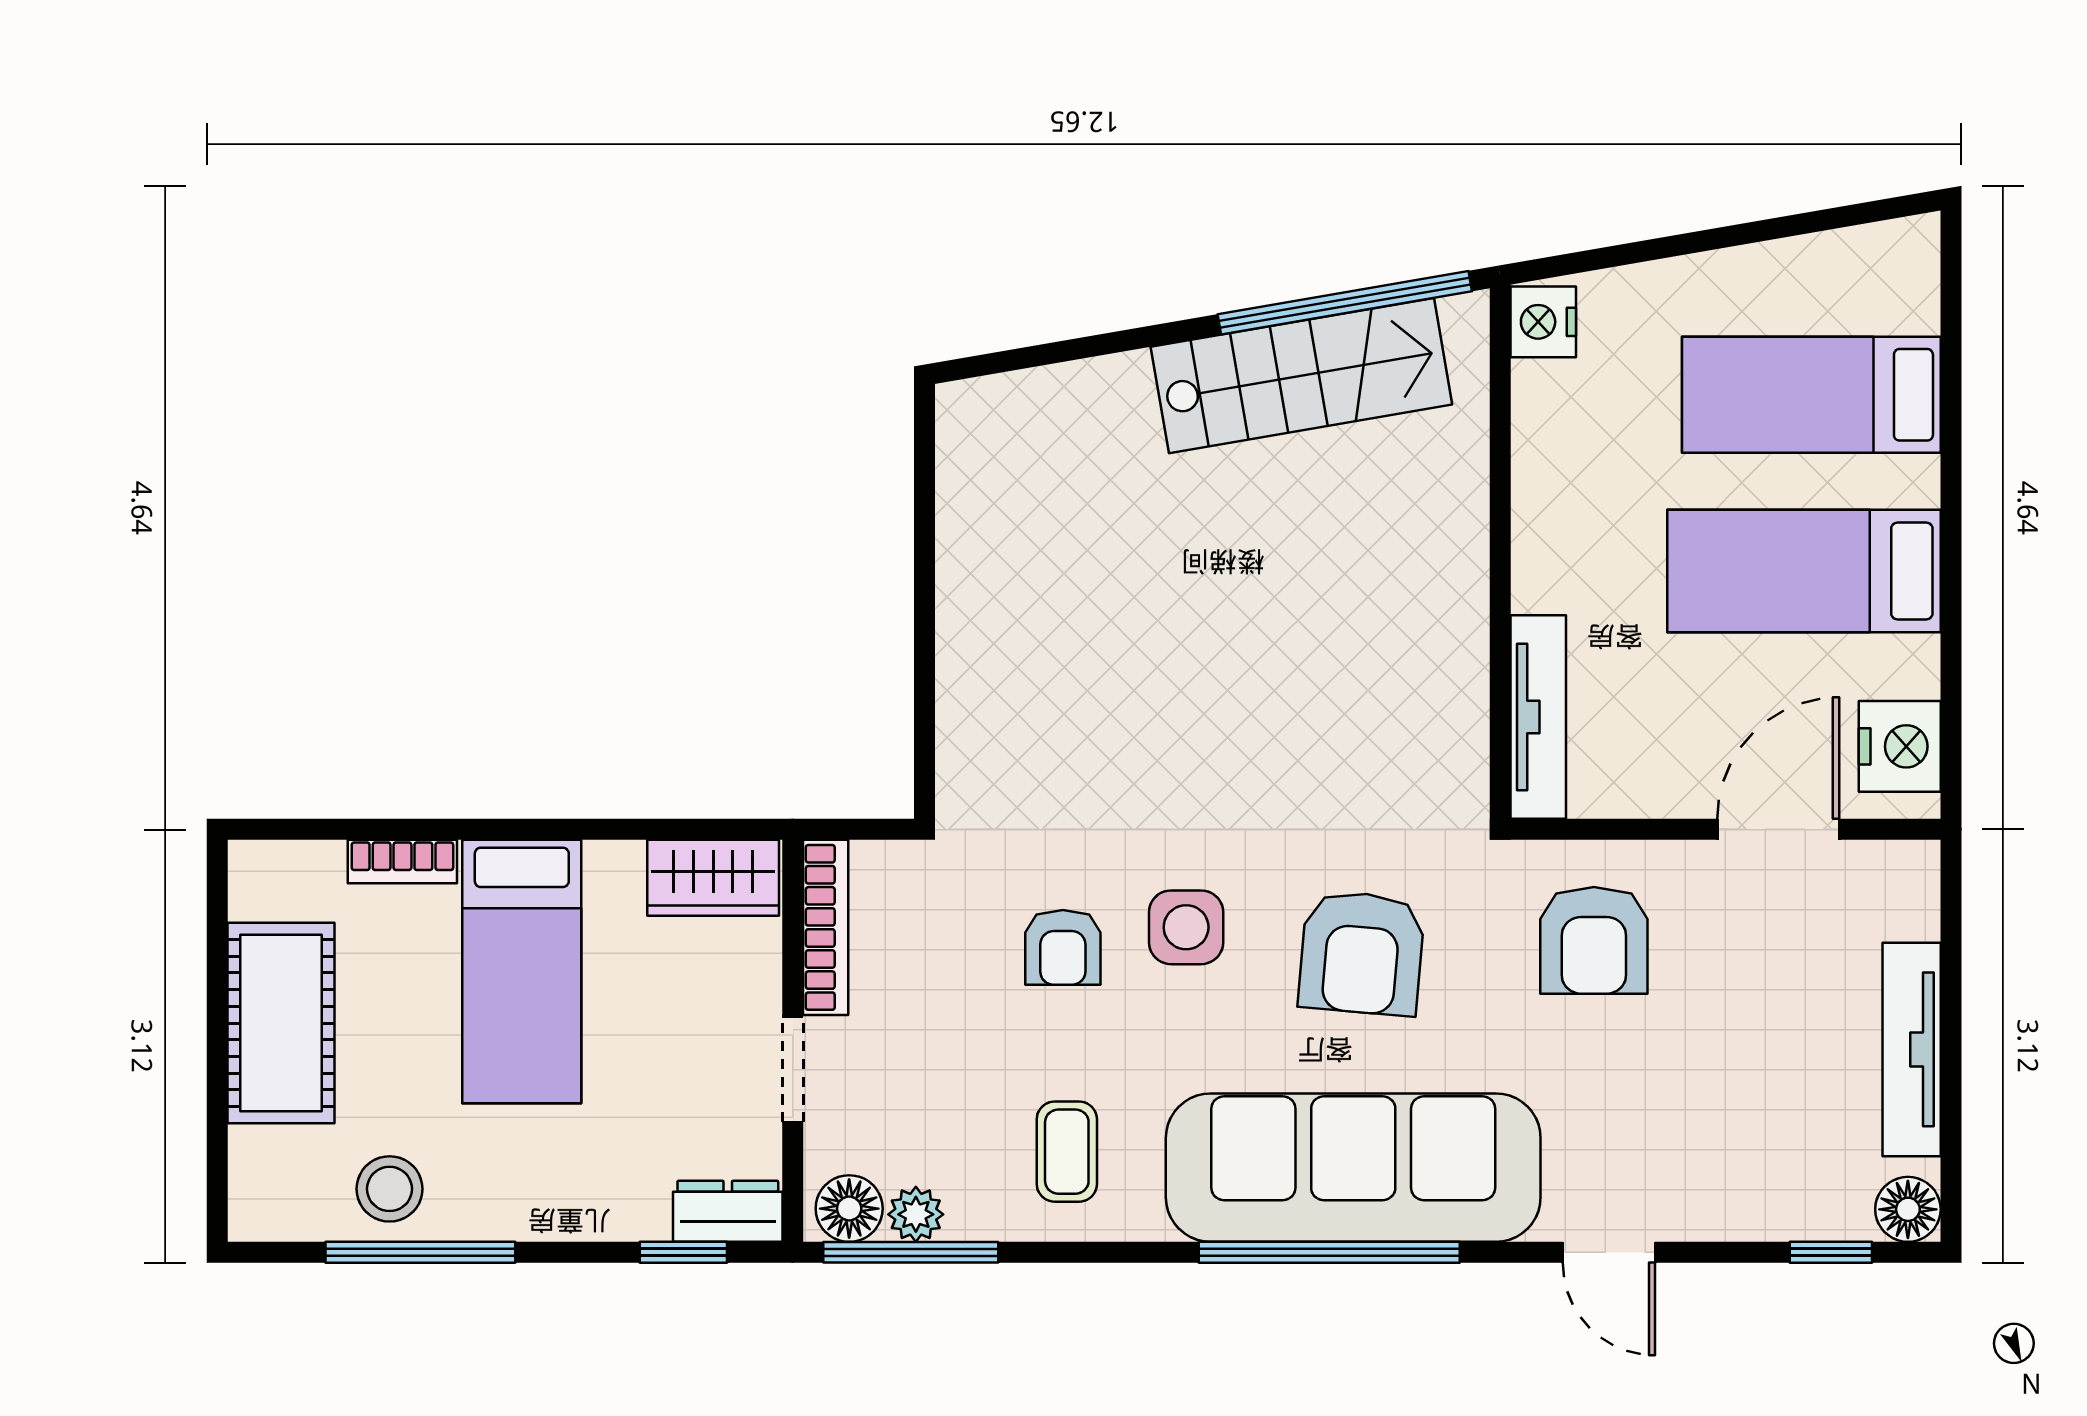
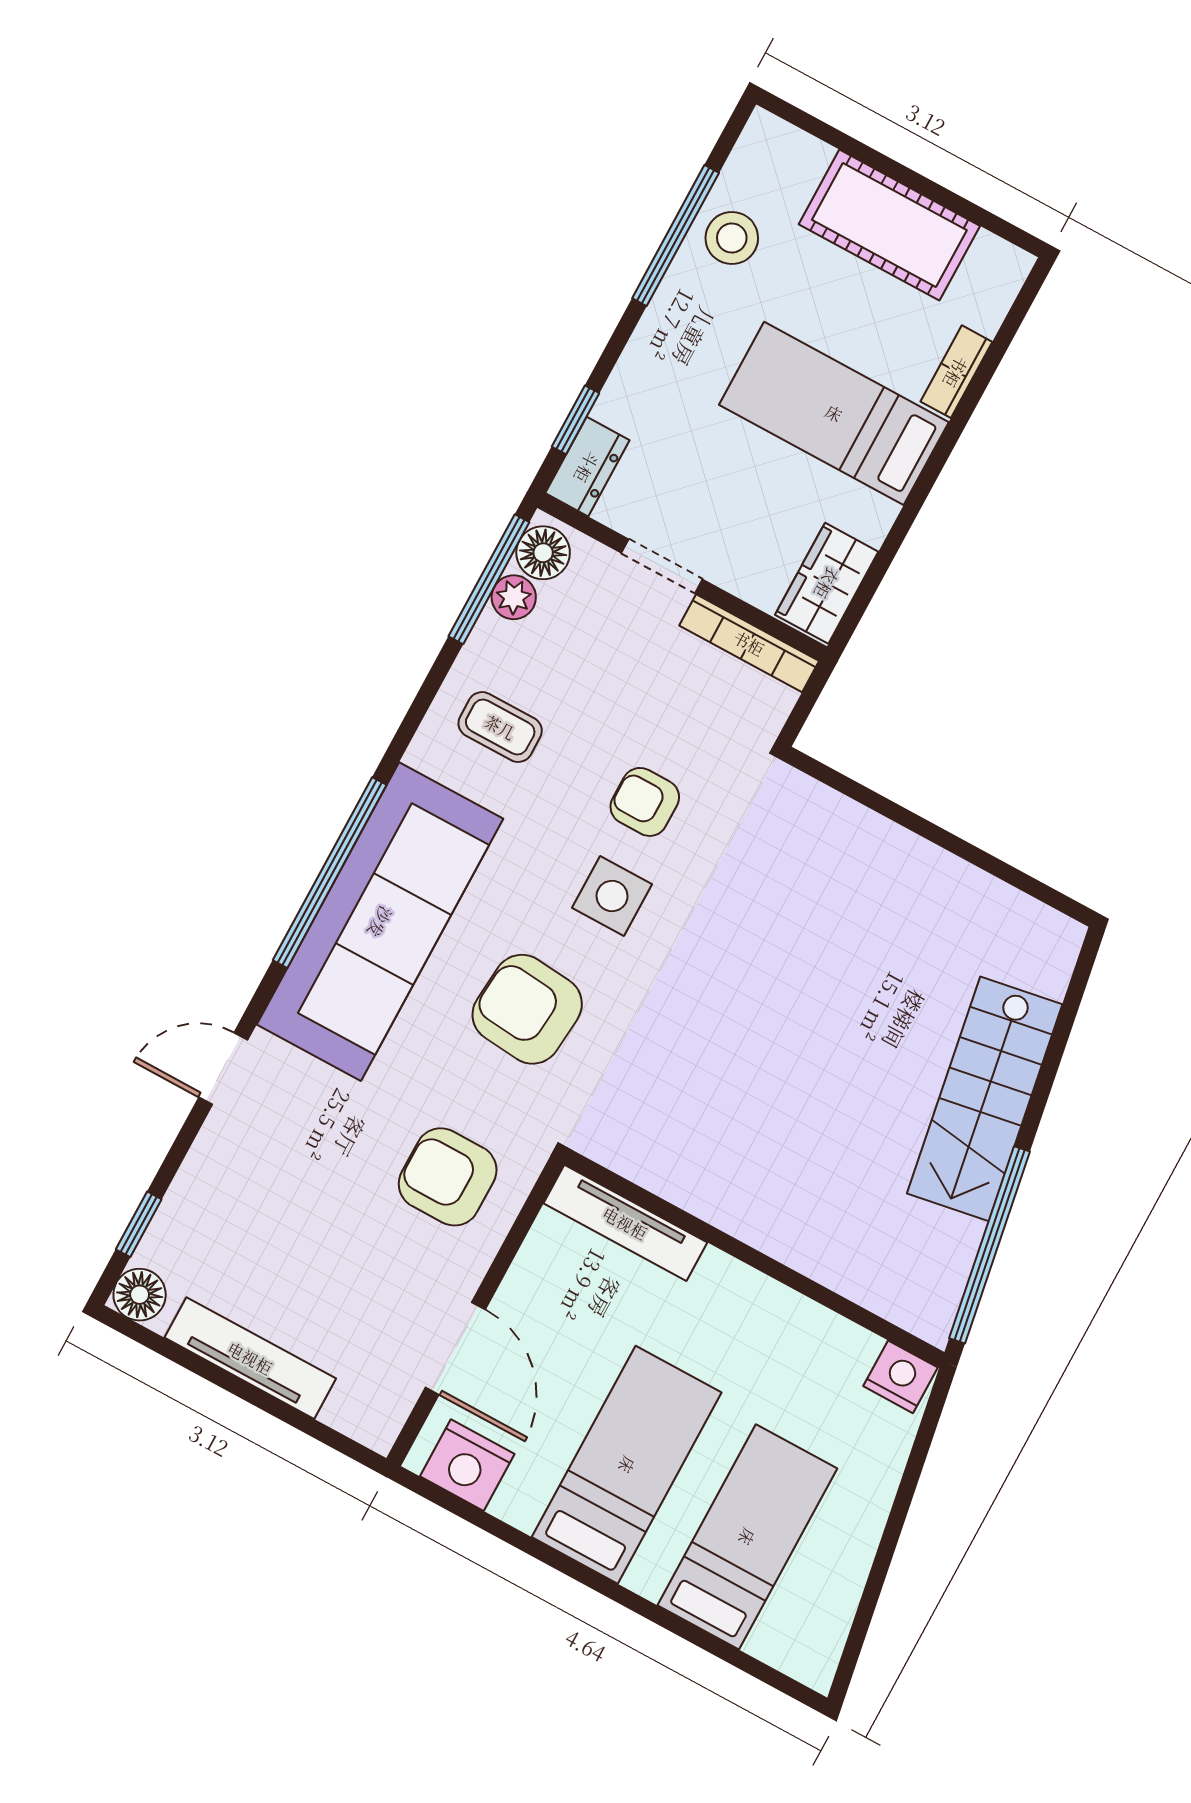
stairs: (1301, 376) -> (985, 1099), moved

